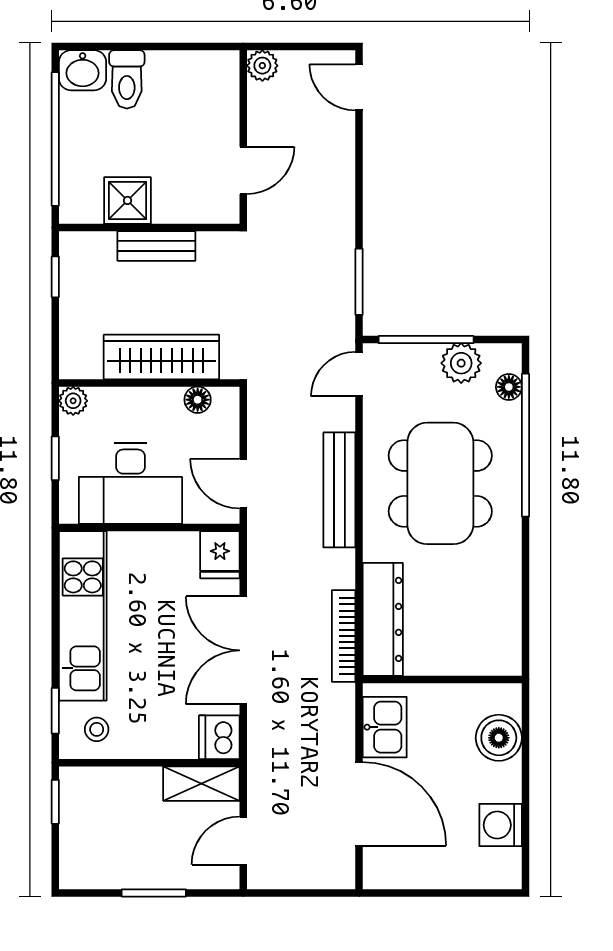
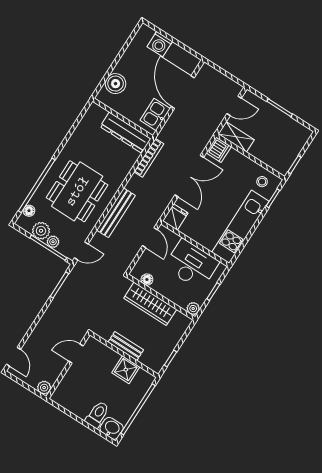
plant: (425, 357) -> (53, 242), added
dresser: (383, 619) -> (126, 133), moved, turned -90
washing machine: (501, 825) -> (160, 44), moved, turned 90

